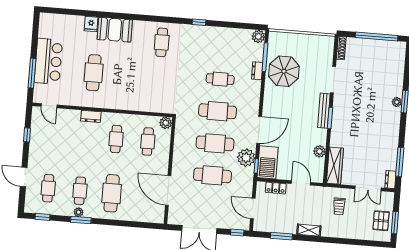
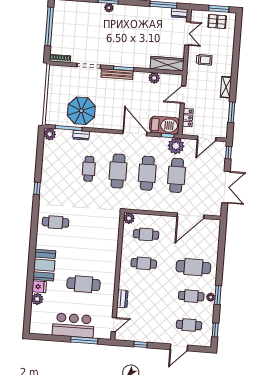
plant: (78, 22) -> (37, 299), added
dresser: (91, 116) -> (122, 299), moved
plant: (246, 158) -> (176, 146), moved

